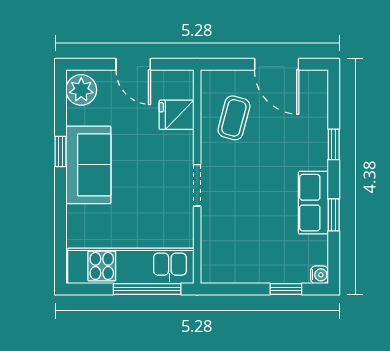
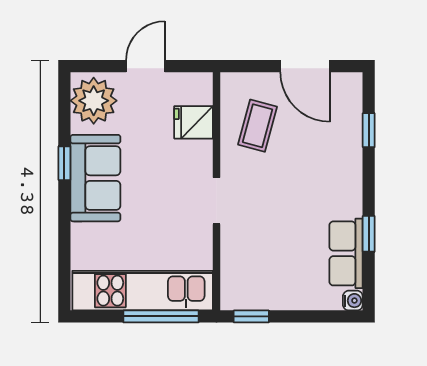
door: (133, 64) -> (145, 66), swing flipped
plant: (81, 90) -> (94, 101), width x1.36, depth x1.36
window: (334, 144) -> (369, 130), moved
row of seats: (313, 203) -> (346, 253), moved
window: (286, 289) -> (251, 316), moved

